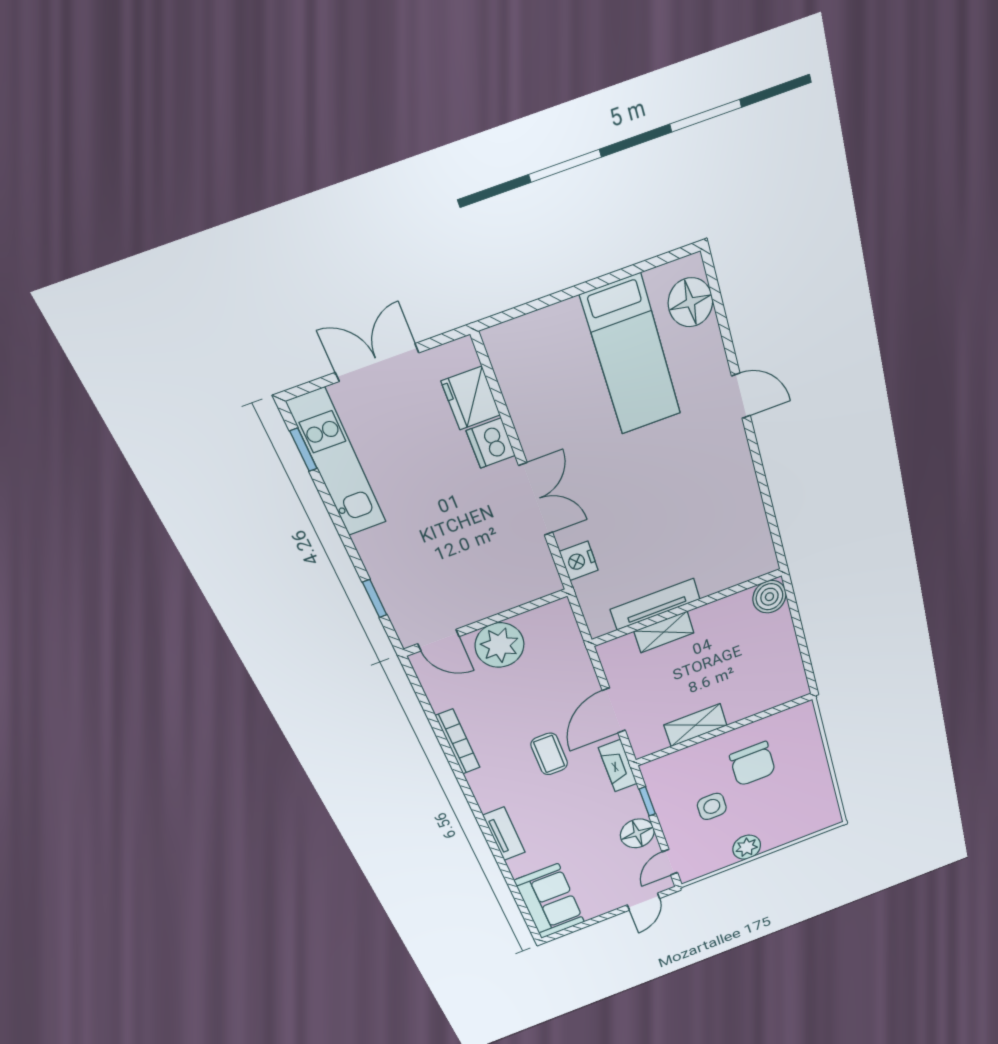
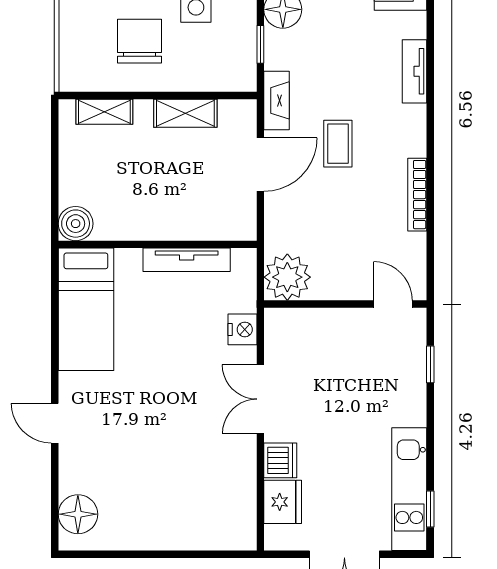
bed: (631, 356) -> (86, 309), moved, turned 180
shelving: (664, 632) -> (104, 112), moved
plant: (500, 645) -> (287, 277), moved

